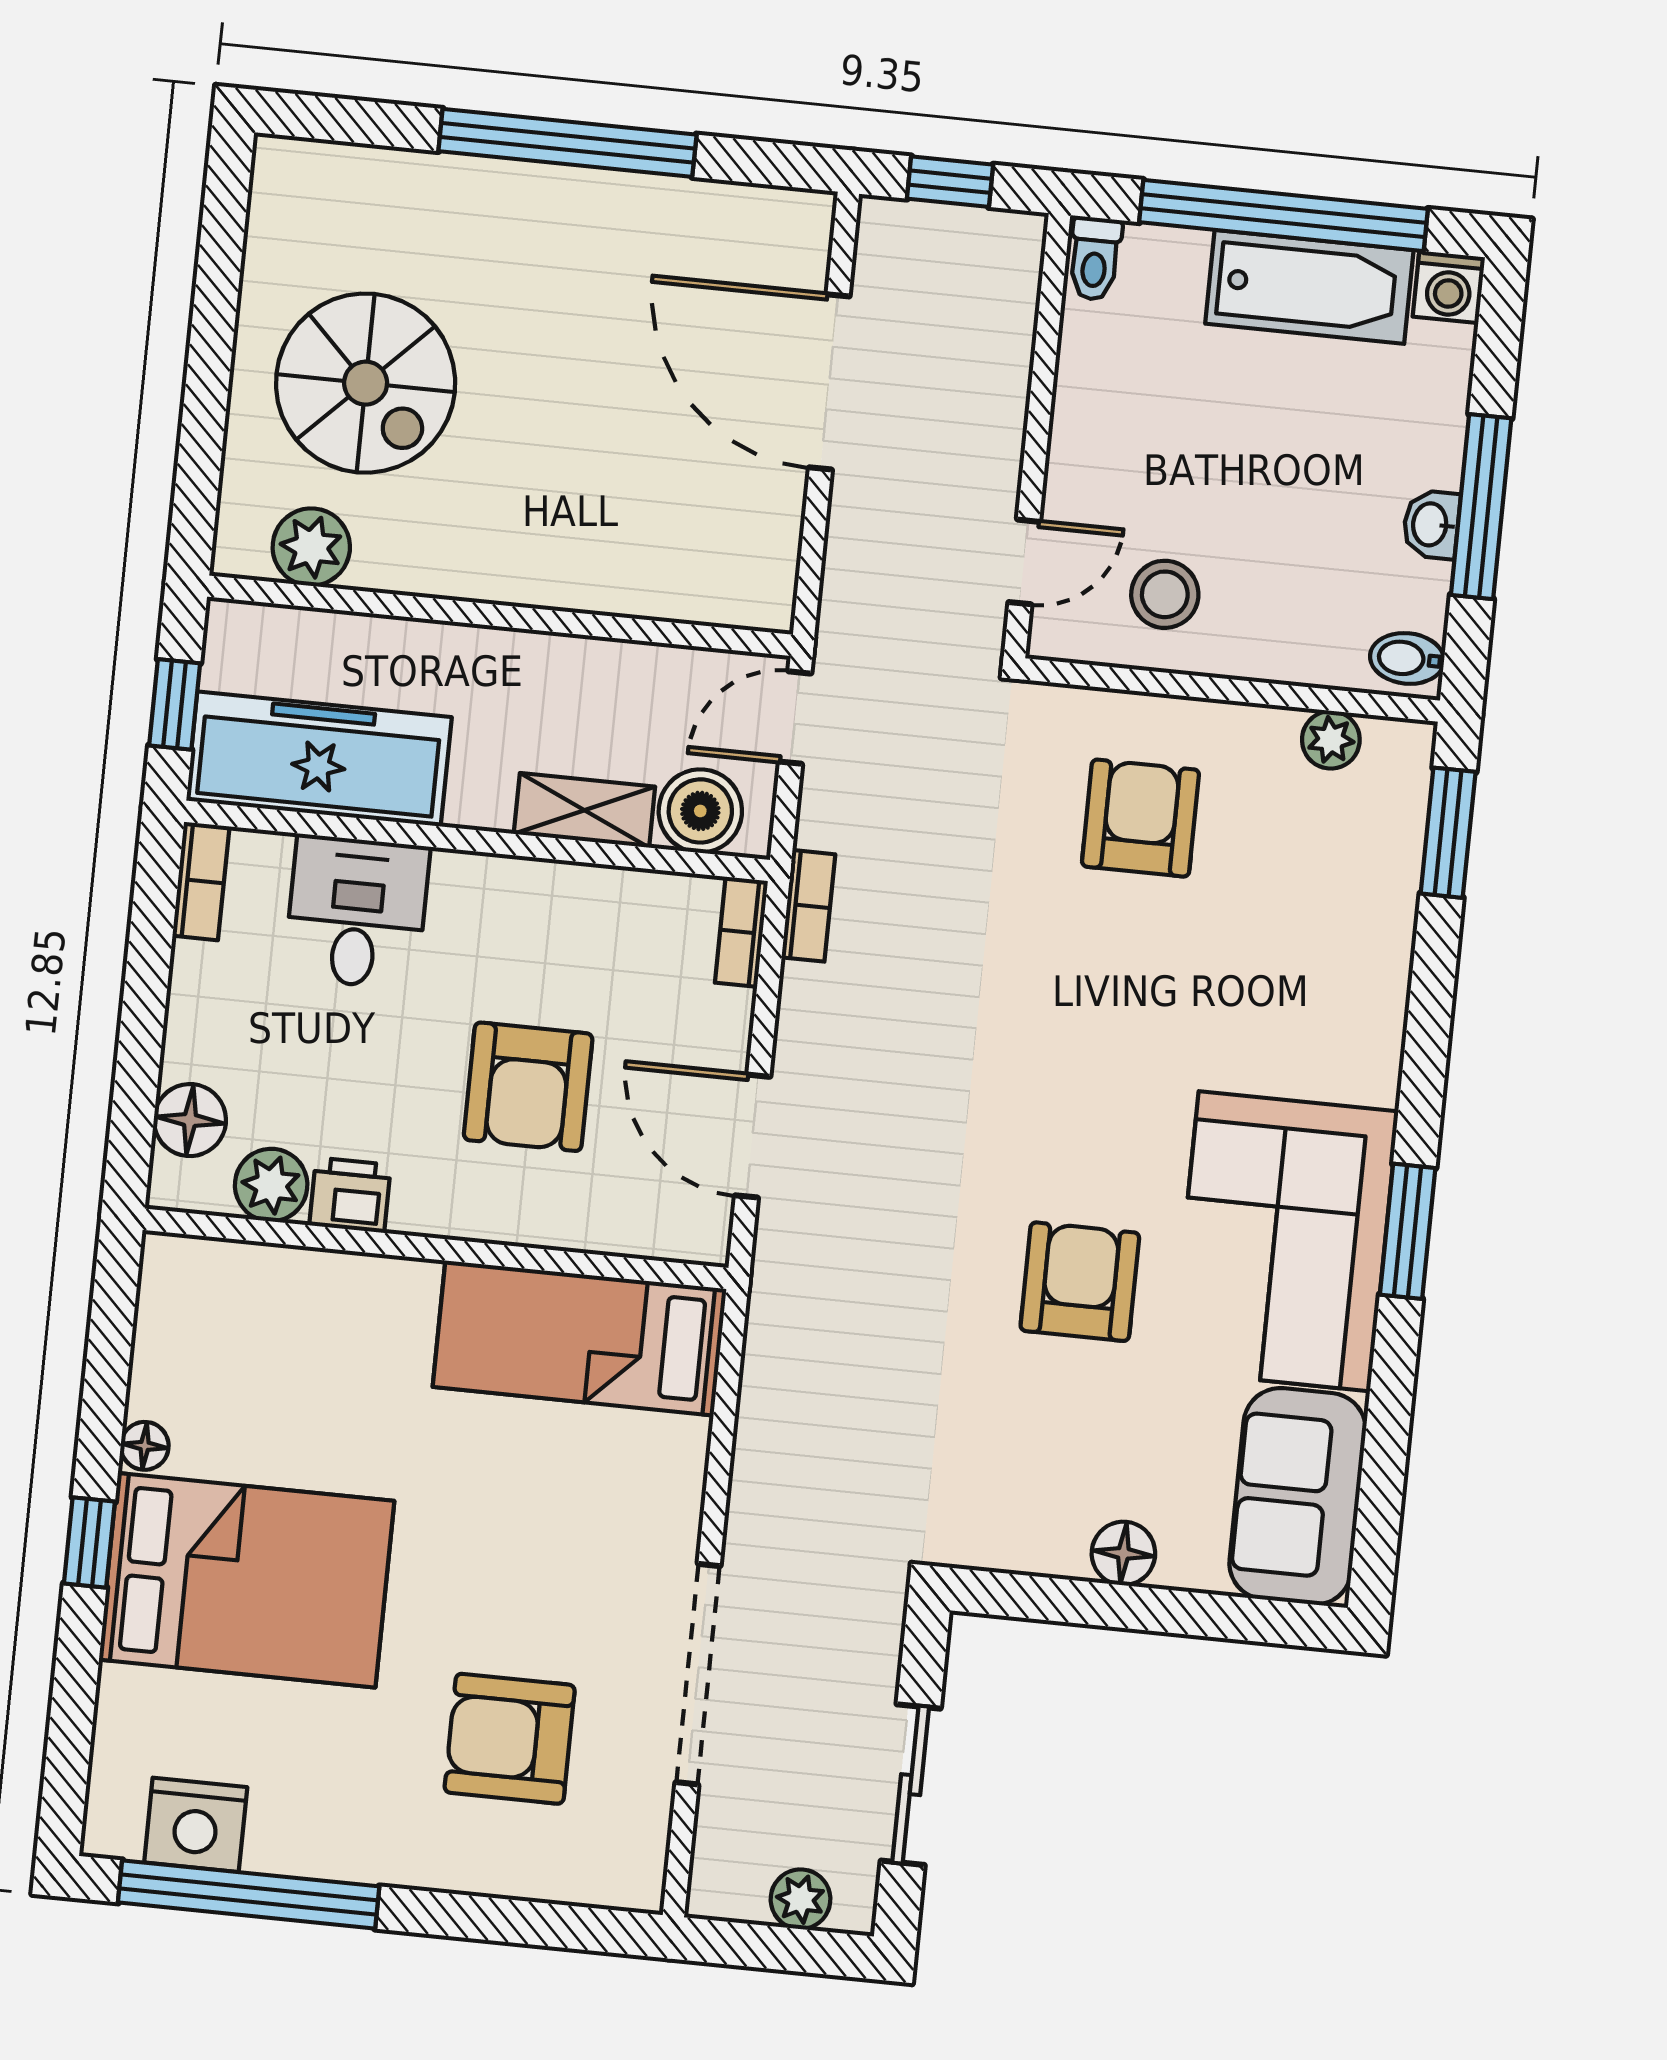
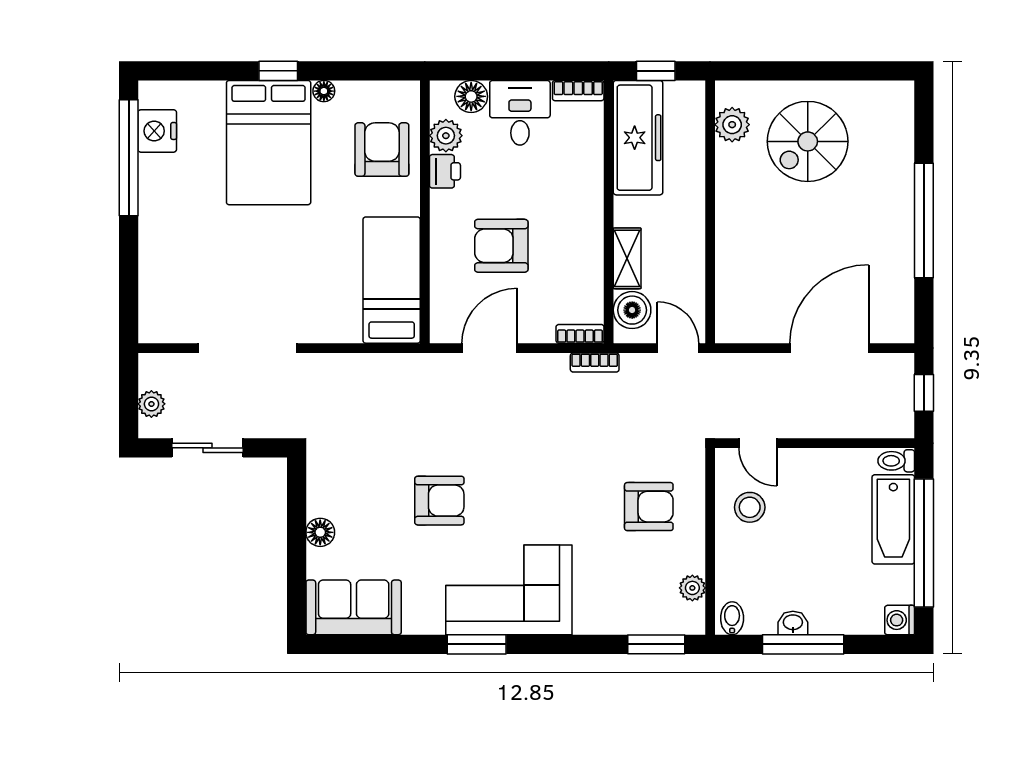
bathtub: (1309, 287) -> (893, 519), moved
desk: (357, 912) -> (520, 113), moved, turned -90
corner sofa: (1284, 1241) -> (509, 590), moved
armchair: (510, 1739) -> (382, 150), moved

